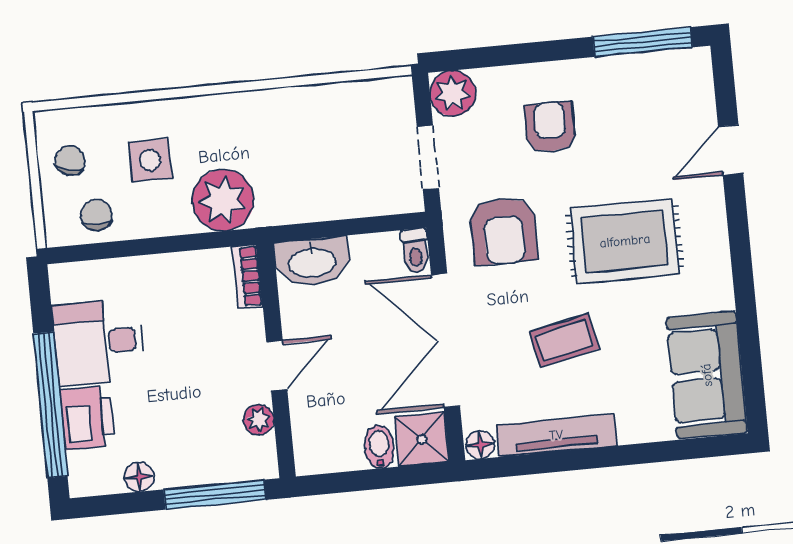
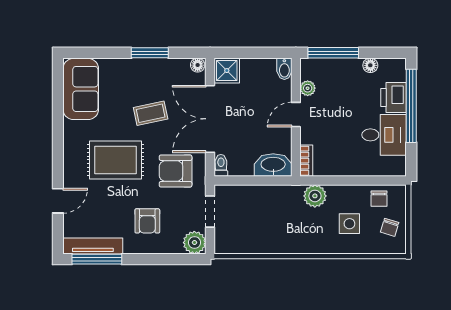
plant: (223, 200) -> (315, 196), width x0.73, depth x0.73
armchair: (504, 231) -> (176, 171), turned -90
double door: (446, 340) -> (210, 119), swing flipped
tv unit: (556, 435) -> (93, 246), moved, turned 180
bidet: (379, 447) -> (284, 69), moved
window: (577, 460) -> (150, 53), added

